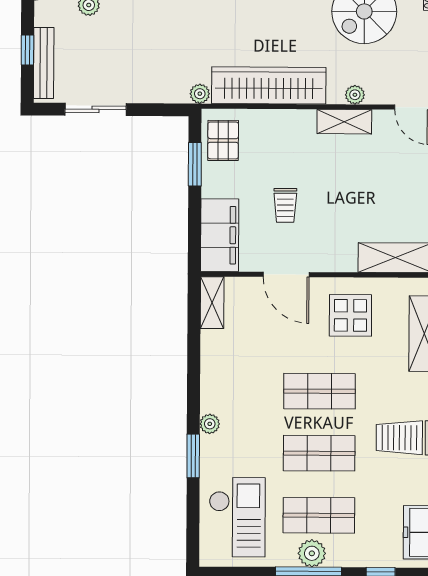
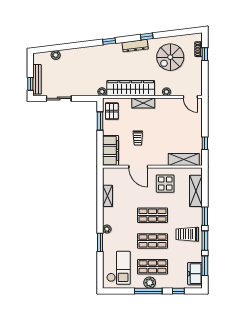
window: (27, 50) -> (30, 84), moved
shelving: (344, 122) -> (143, 103), moved
shelving: (212, 303) -> (108, 196), moved

